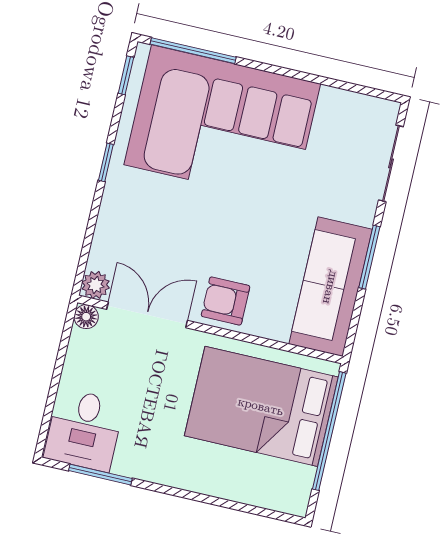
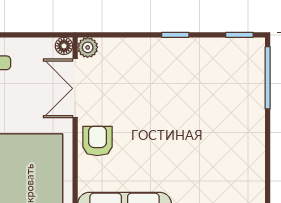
corner sofa: (222, 124) -> (221, 110), removed
double door: (147, 315) -> (75, 88), swing flipped

